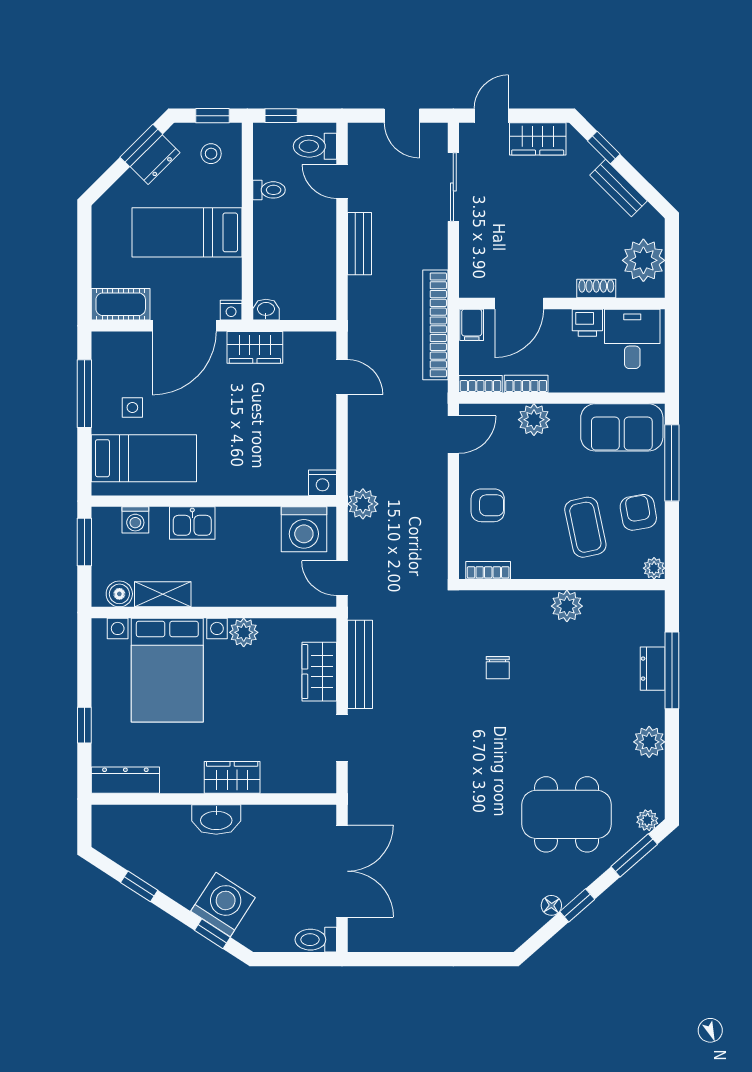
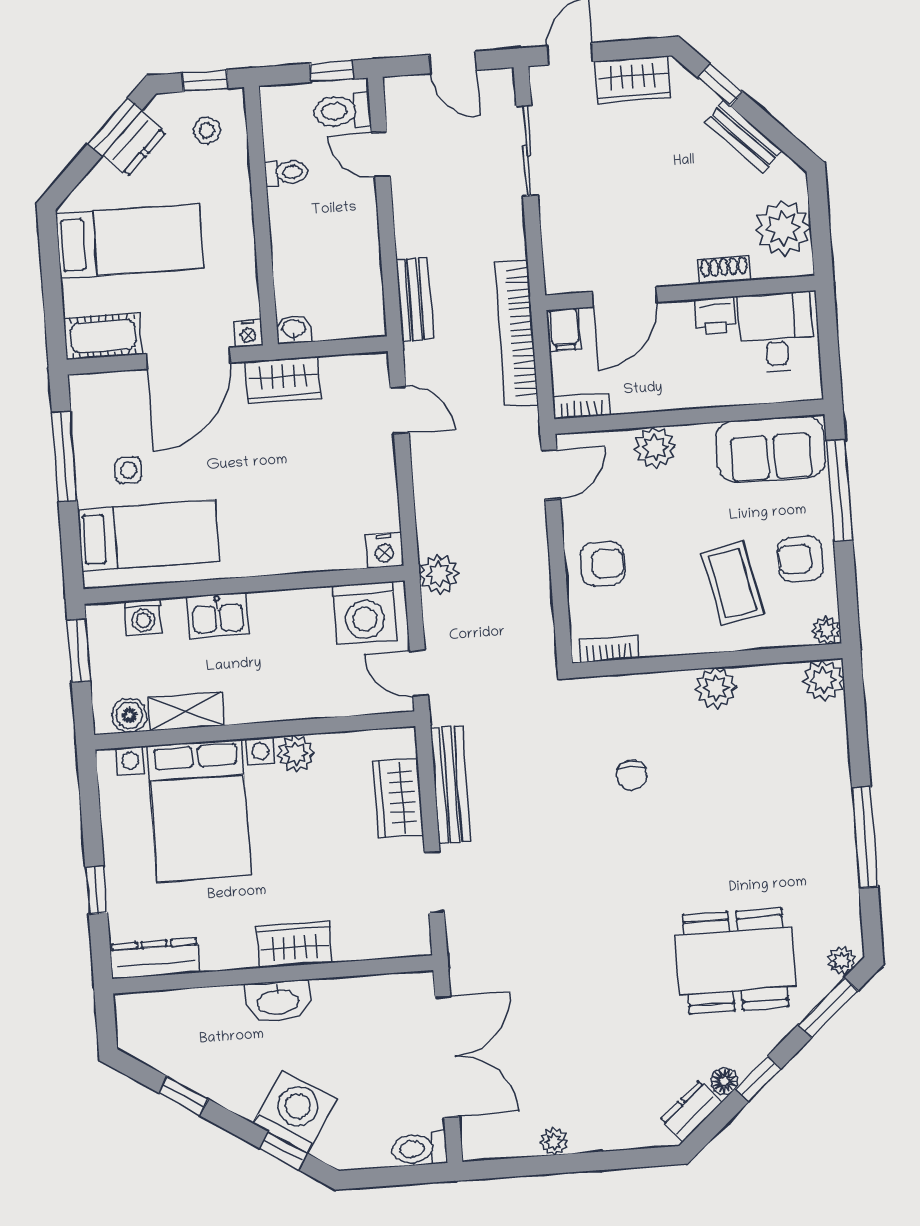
window: (281, 116) -> (332, 71), moved
bed: (187, 232) -> (130, 241), moved, turned 180
bench: (359, 244) -> (415, 299), moved
bookcase: (526, 384) -> (641, 401), removed
armchair: (638, 512) -> (800, 559), turned -80
dresser: (653, 669) -> (691, 1111), moved, turned 49
window: (672, 670) -> (865, 837), moved
plant: (649, 742) -> (824, 680), moved
plant: (418, 942) -> (554, 1142), added

